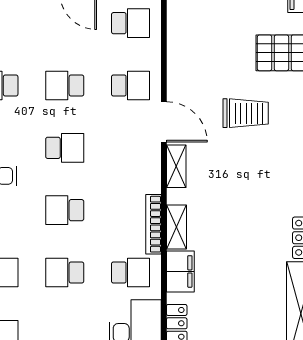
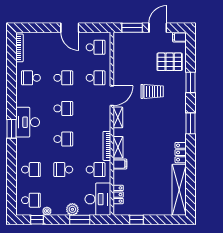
school desk: (65, 85) -> (63, 78), turned 180
door: (164, 122) -> (112, 96), hinge flipped
school desk: (65, 210) -> (63, 139), turned 180
filing cabinet: (180, 271) -> (120, 164), width x0.50

